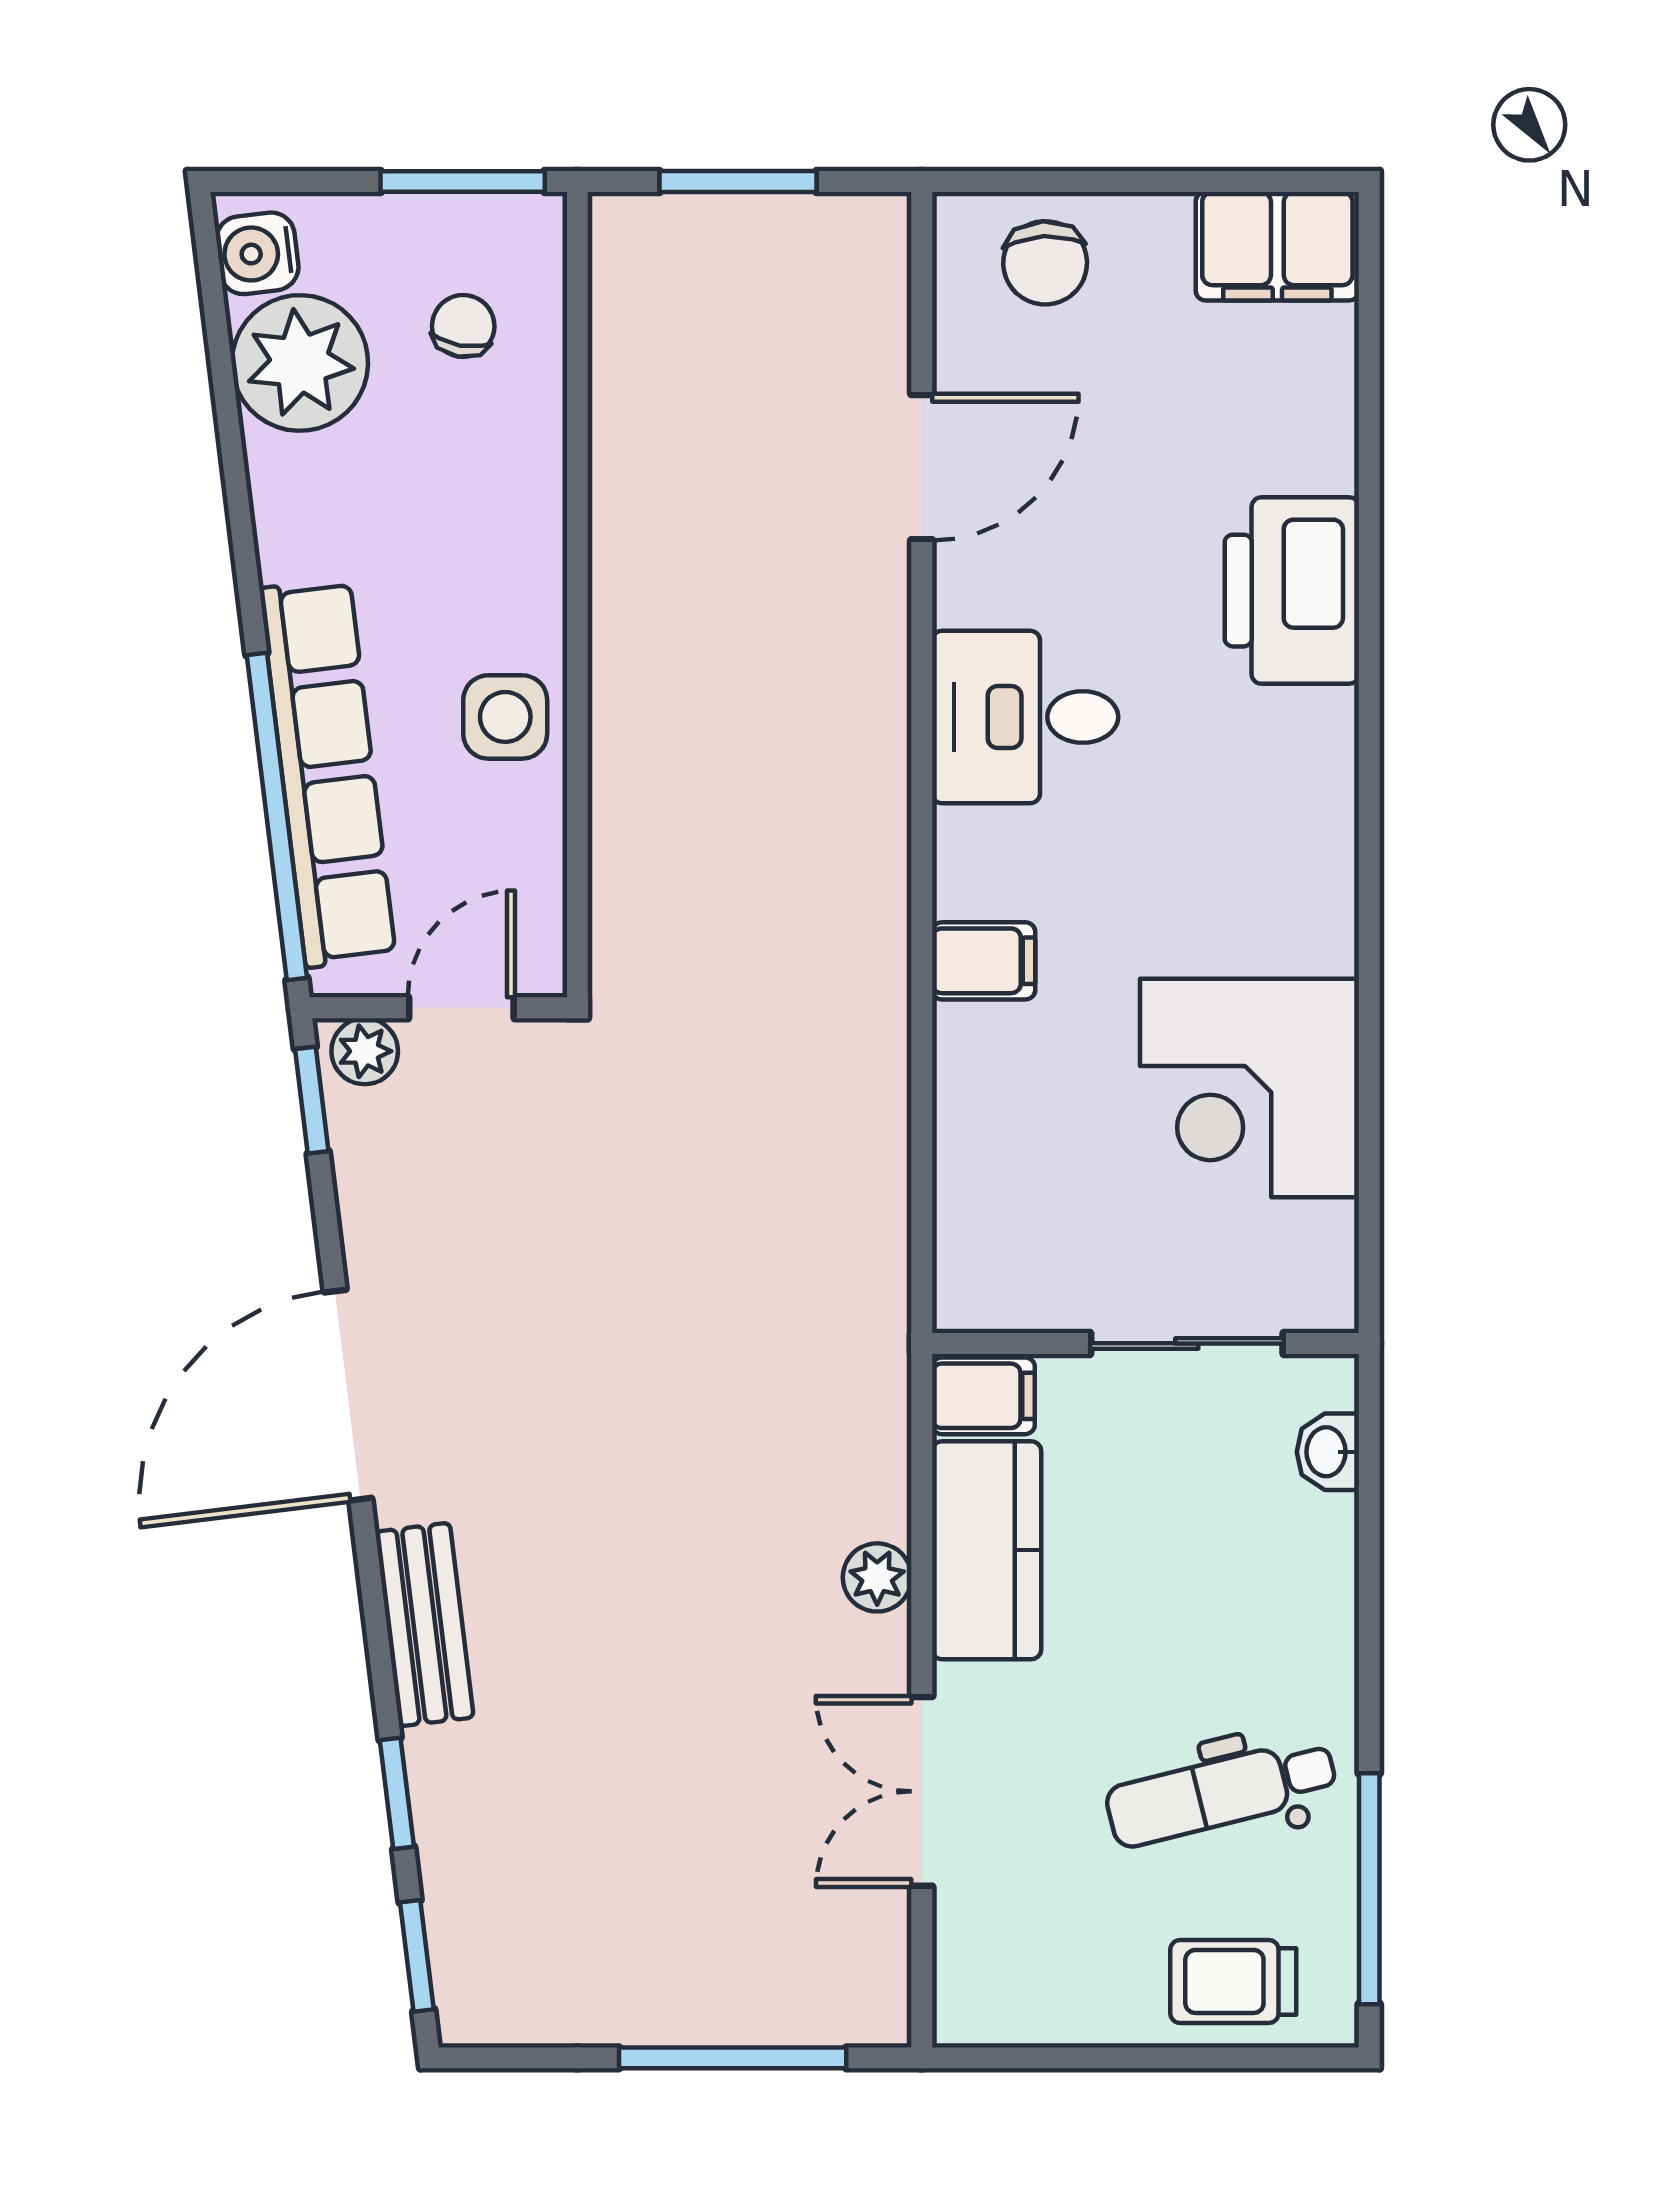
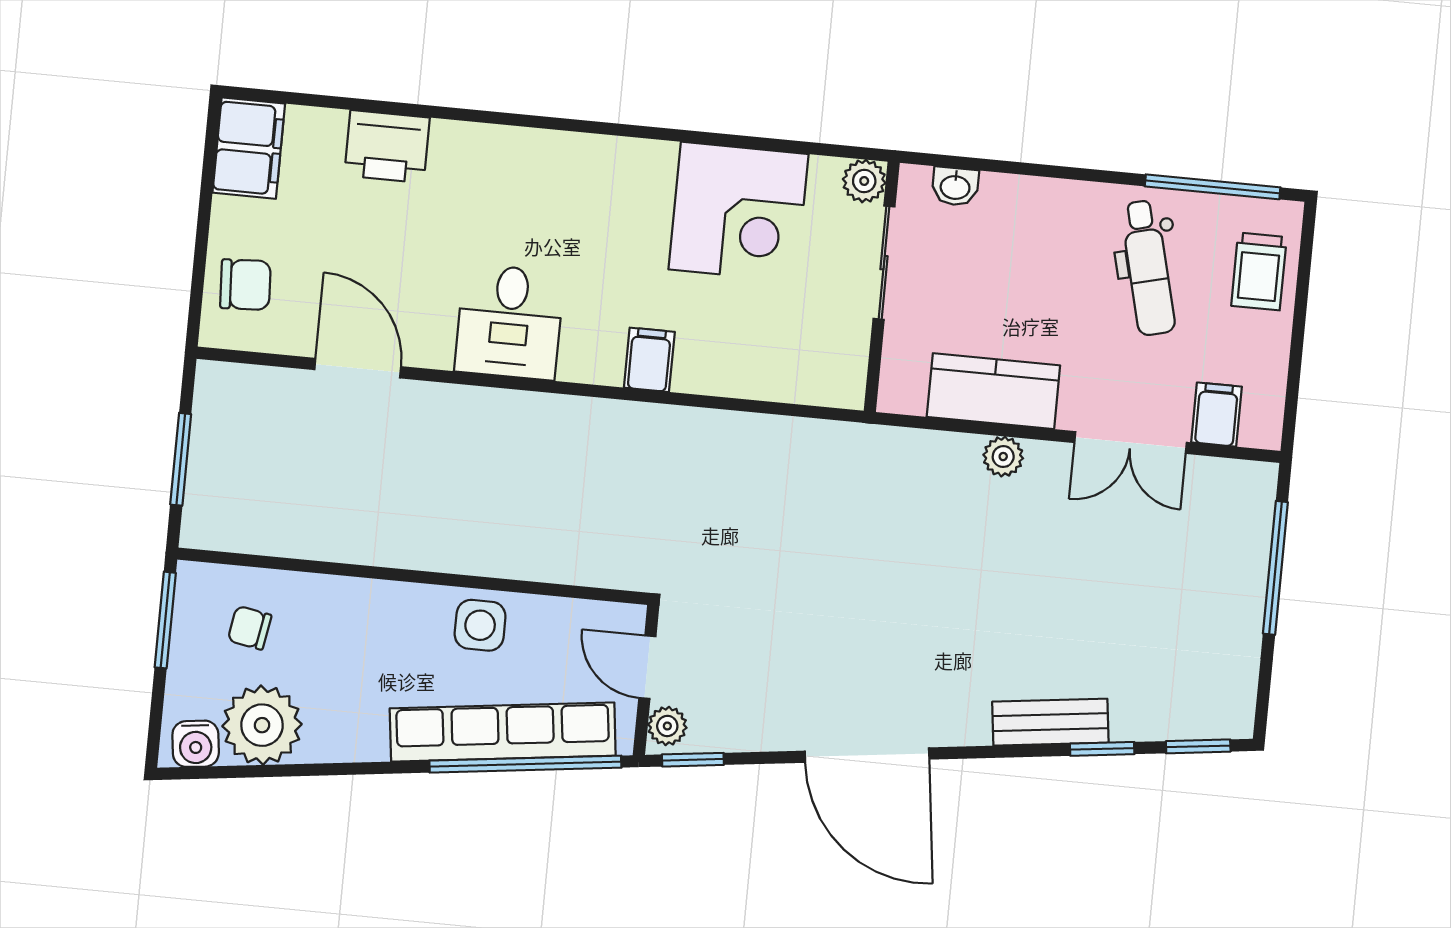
printer: (1292, 591) -> (387, 147), moved, width x0.73, depth x0.84
plant: (1322, 1296) -> (864, 181), added
filing cabinet: (983, 1396) -> (1217, 415), moved
bench: (424, 1625) -> (1050, 722), moved

